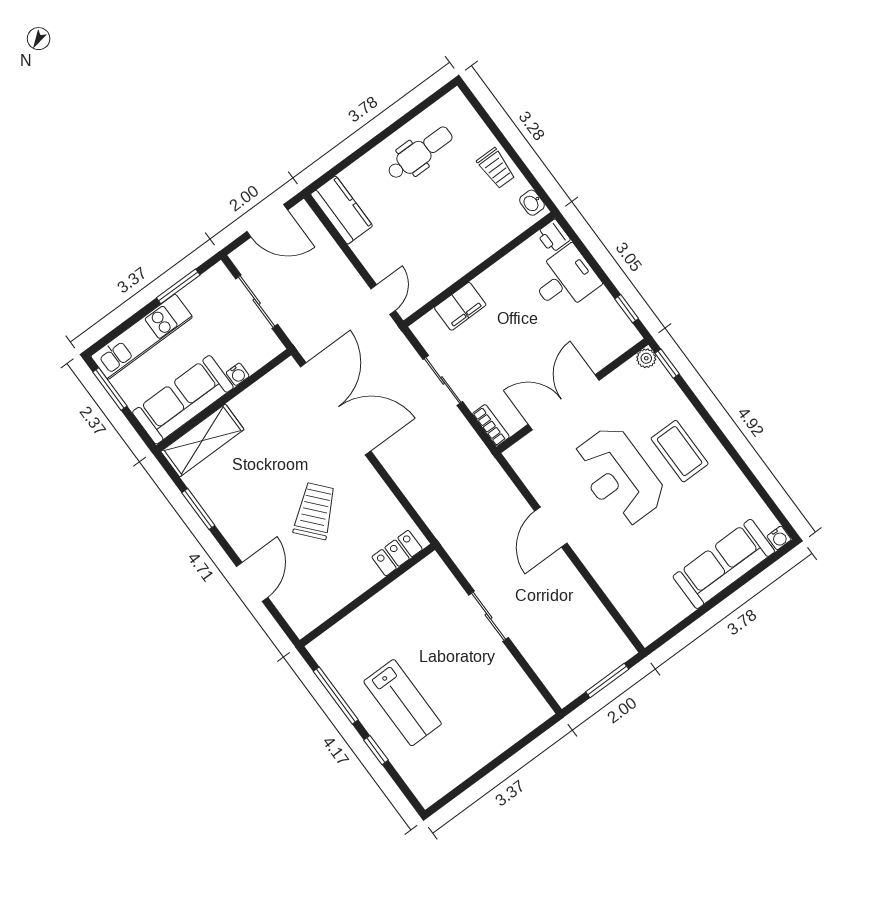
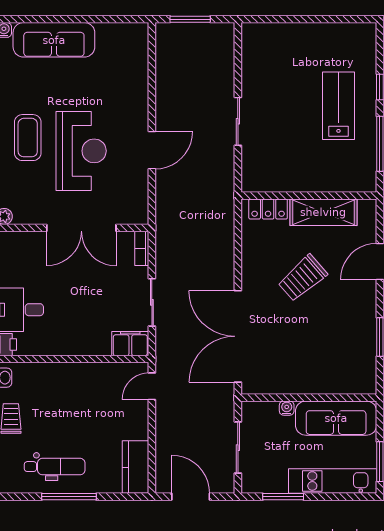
window: (385, 134) -> (69, 497), added
dental chair: (420, 153) -> (55, 467), turned 180
filing cabinet: (460, 306) -> (130, 344), moved
shelving: (202, 440) -> (323, 212), moved

